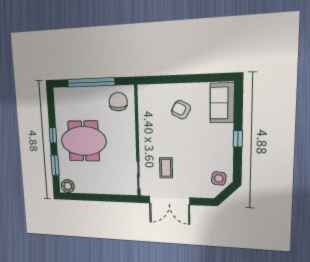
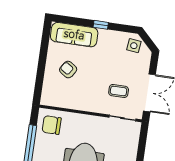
sofa: (222, 103) -> (74, 35), width x1.36
armchair: (181, 110) -> (68, 70), turned 96

